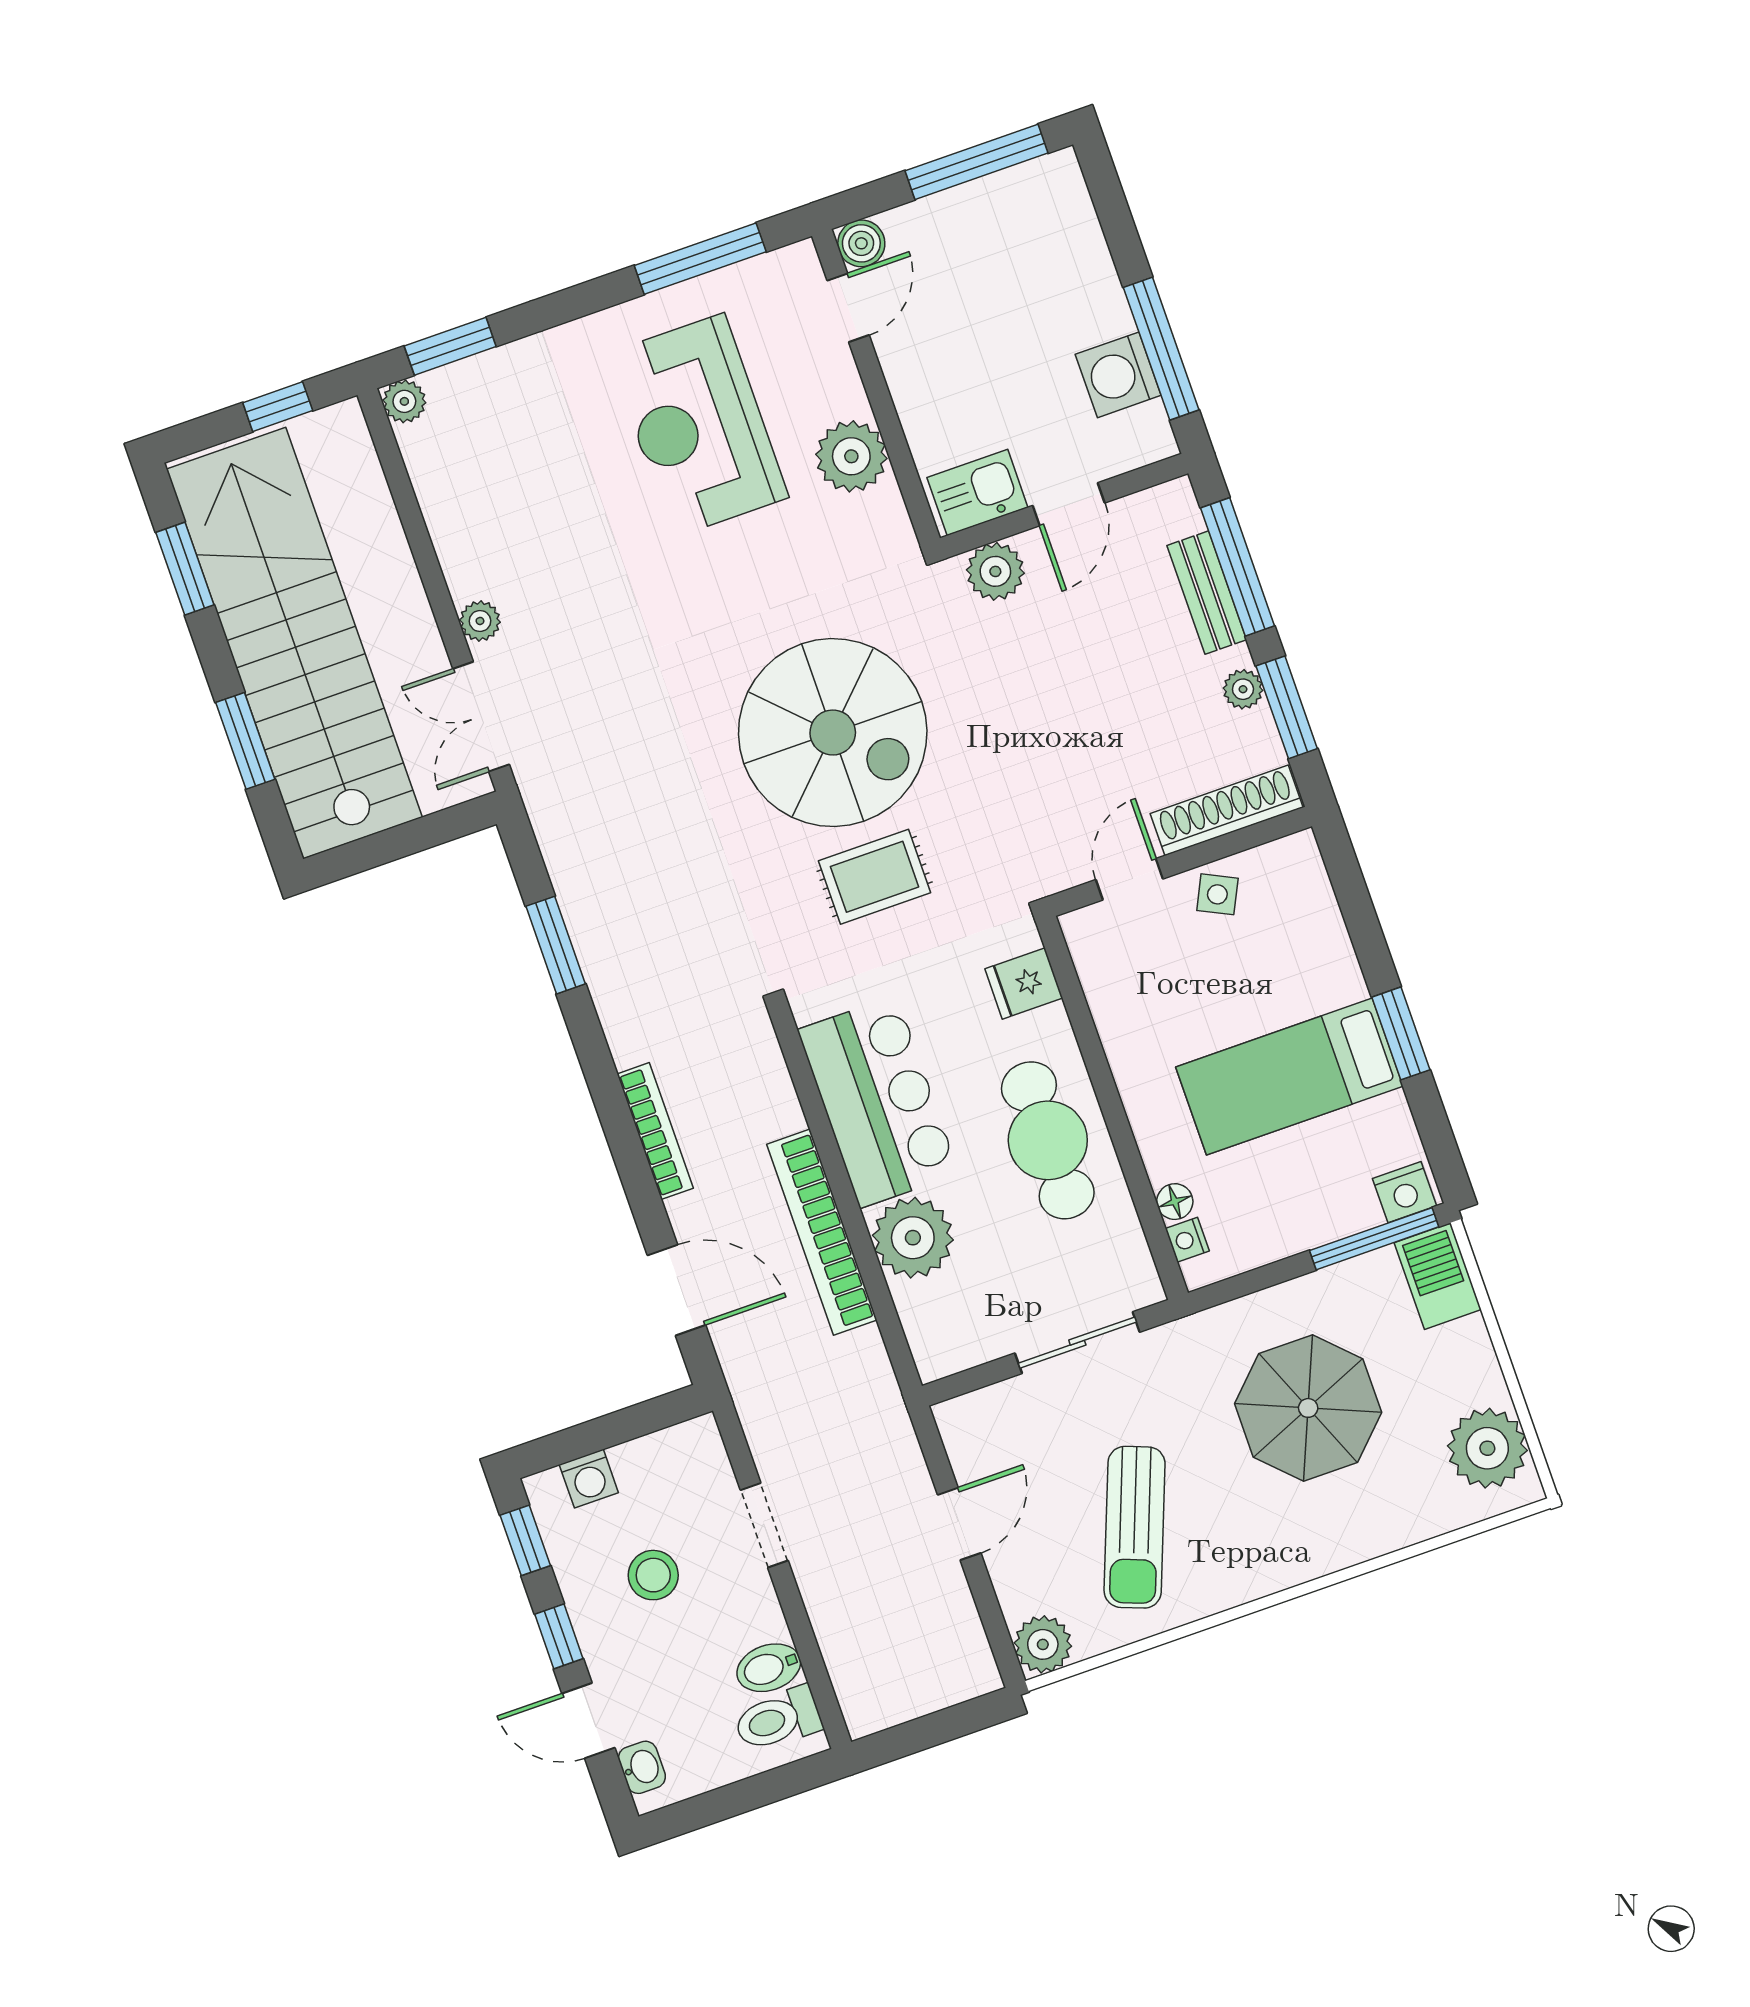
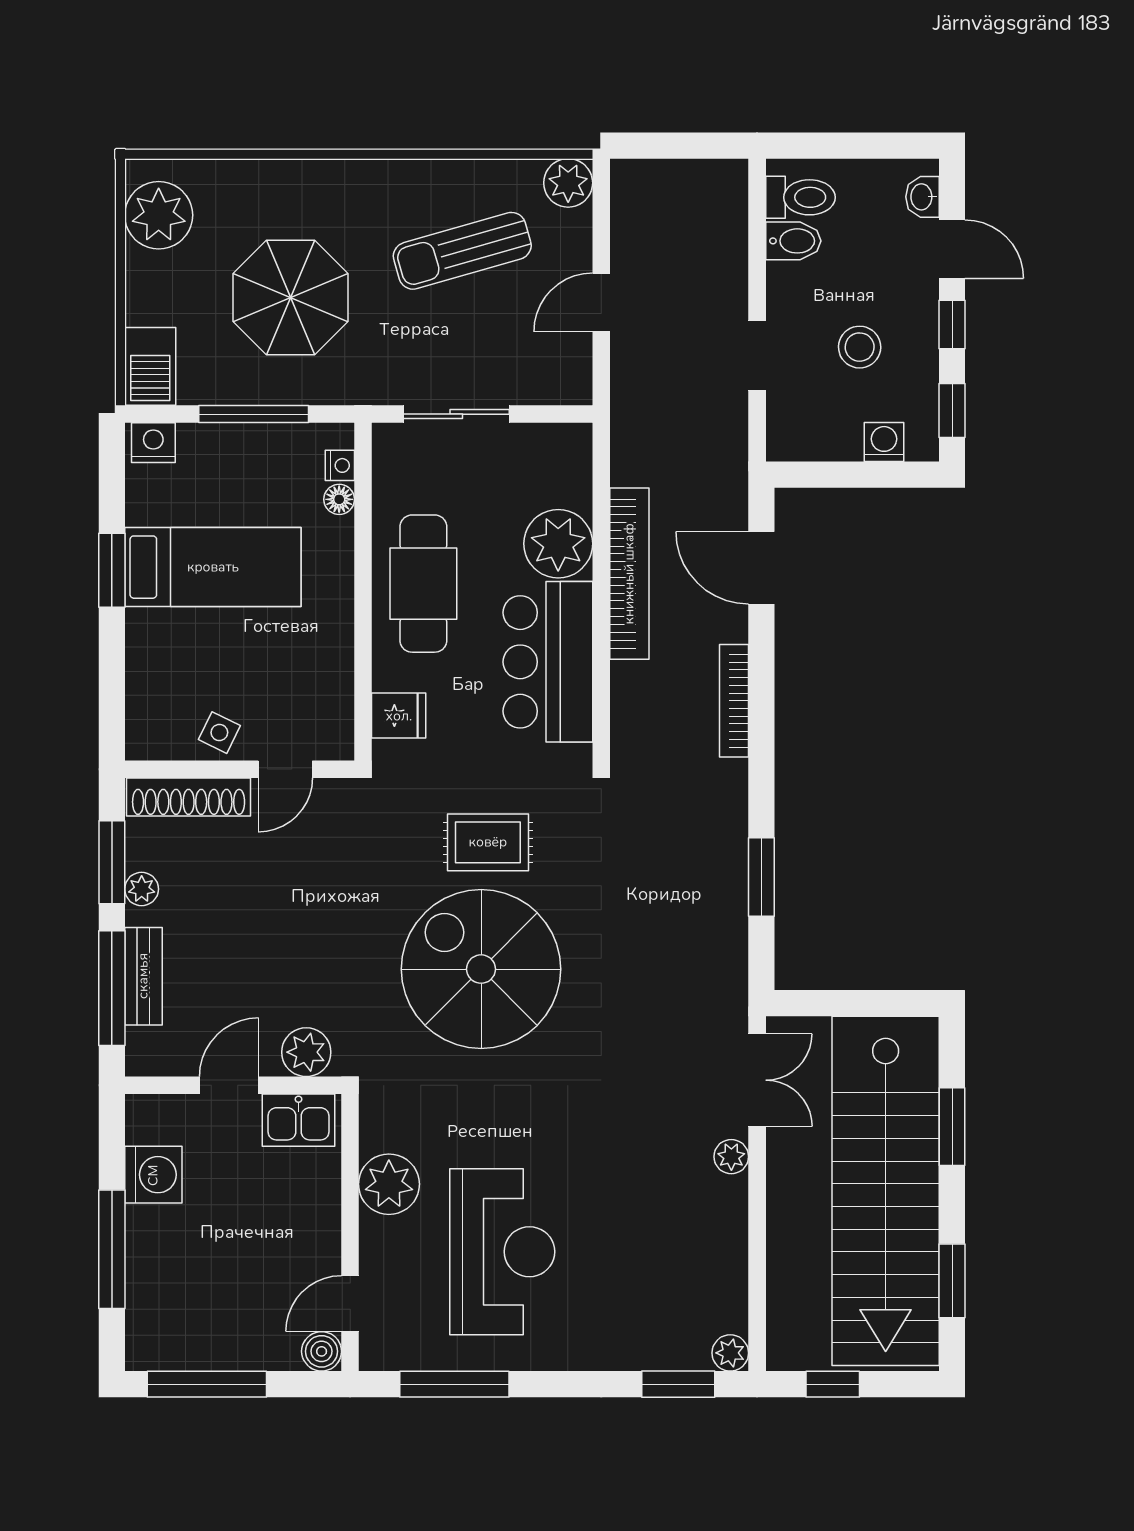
window: (1161, 349) -> (112, 1249), moved
window: (1374, 1239) -> (254, 414), moved
sun lounger: (1135, 1527) -> (462, 251), turned -127

